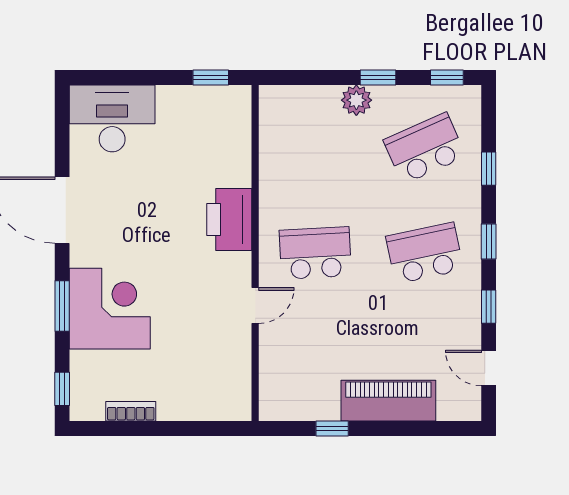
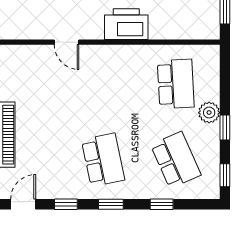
school desk: (315, 253) -> (176, 84), moved

